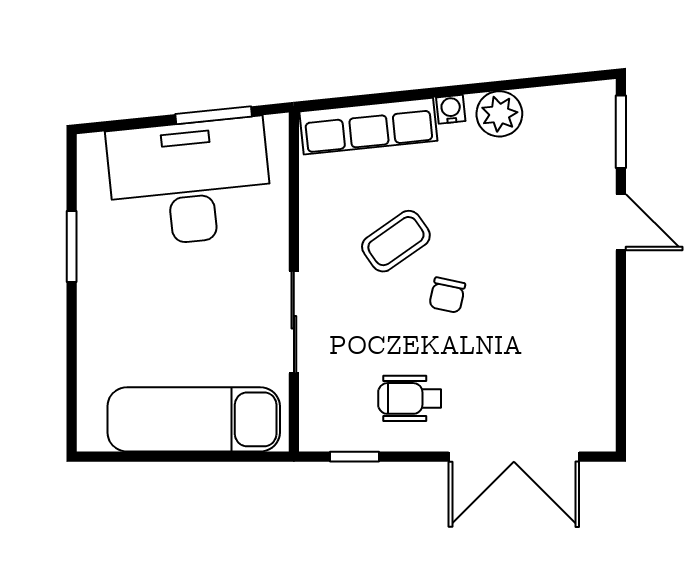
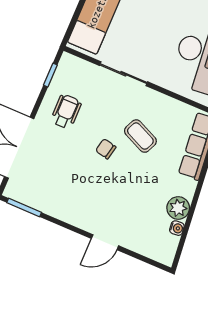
water cooler: (451, 109) -> (177, 228), moved
window: (621, 132) -> (24, 207), moved
coffee table: (396, 241) -> (140, 136), turned -31

